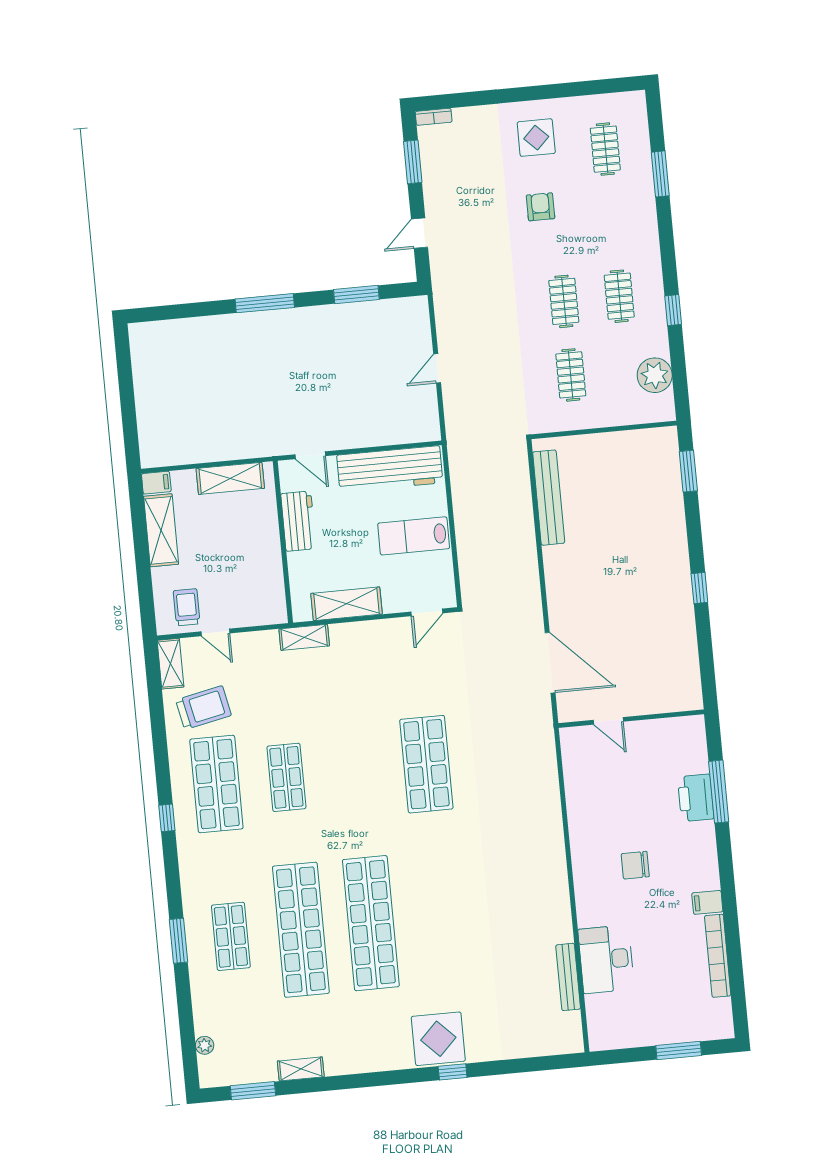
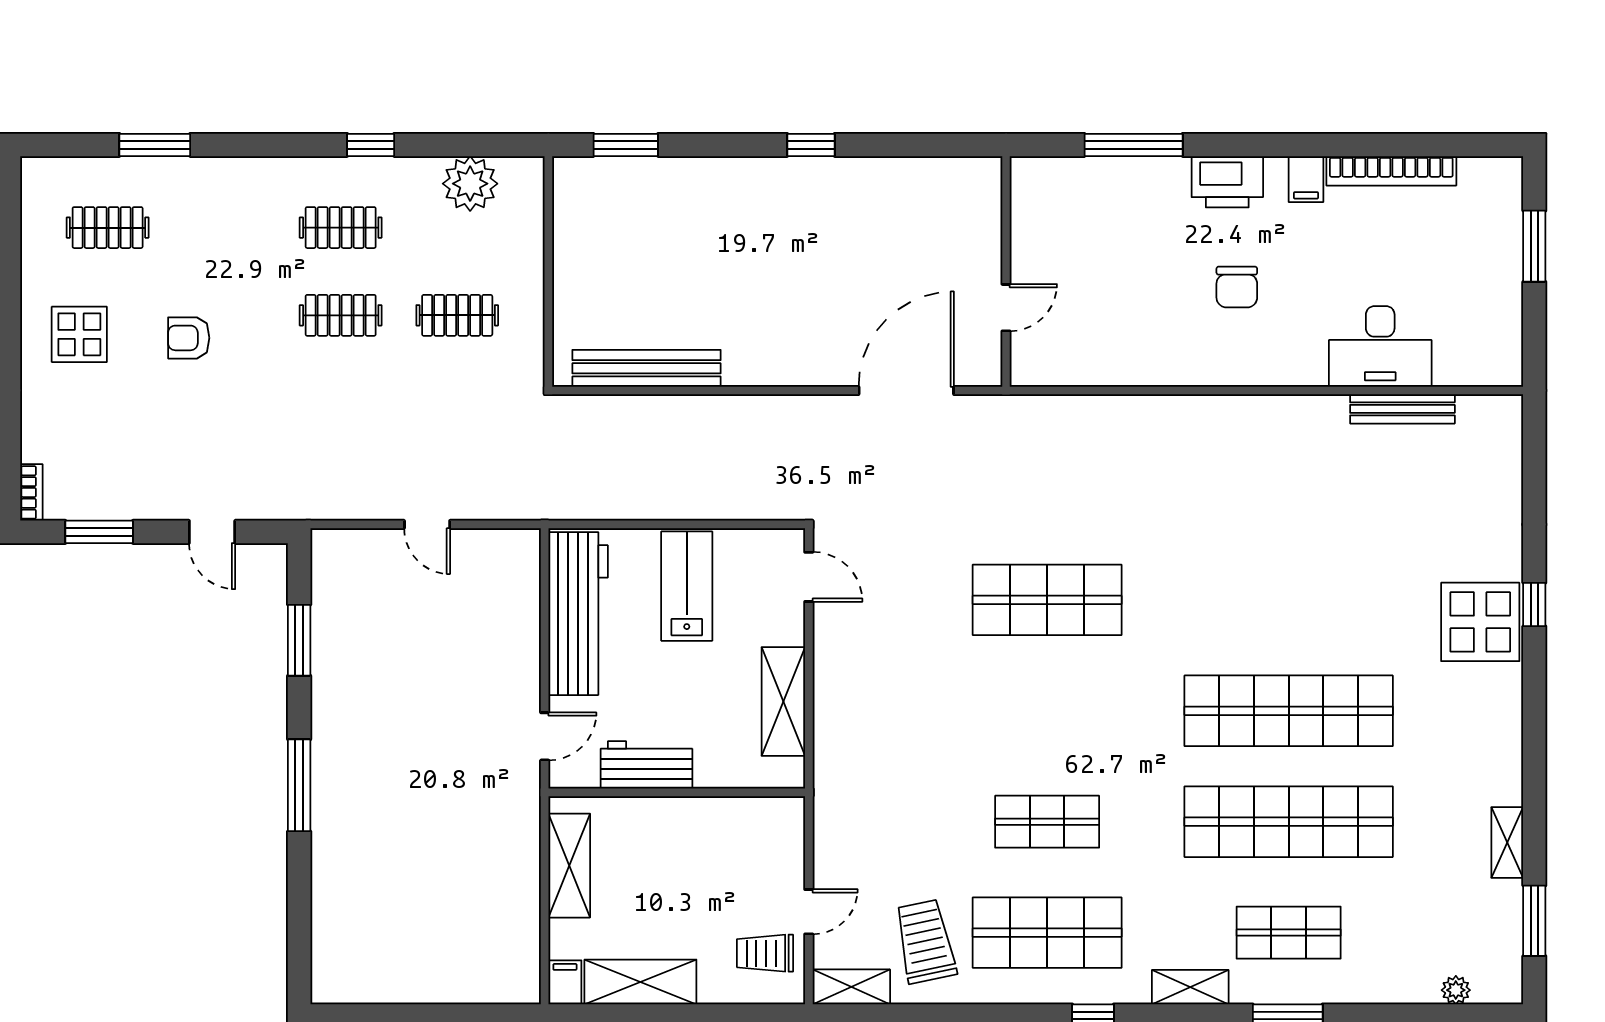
lab bench: (414, 536) -> (687, 586), turned 180
shelving: (304, 637) -> (1190, 987), moved, turned 90
printer: (696, 798) -> (1227, 182), moved

